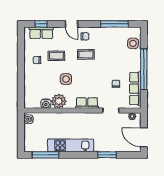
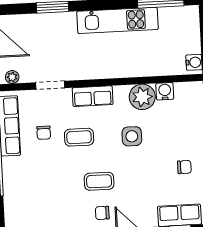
side table: (133, 43) -> (17, 205), removed
coffee table: (56, 56) -> (79, 137), moved

